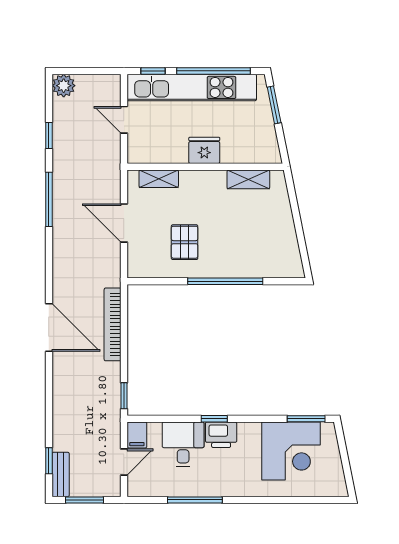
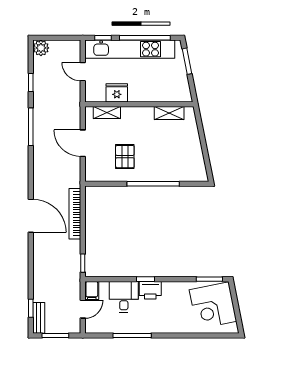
fridge: (204, 150) -> (117, 93), moved
corner desk: (291, 451) -> (213, 305), moved, turned 79

